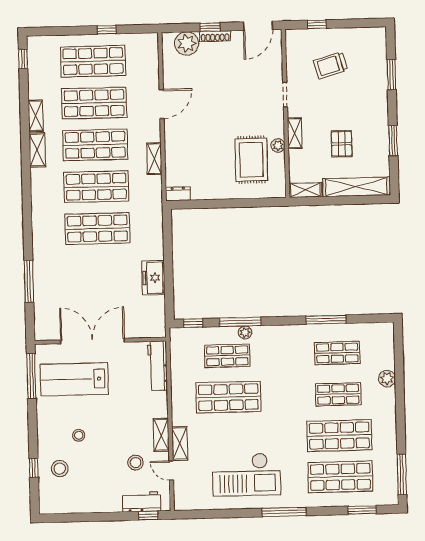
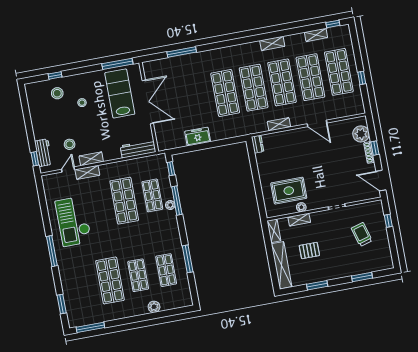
shelving: (36, 116) -> (316, 35), moved
shelving: (295, 133) -> (299, 220), moved
shop shelf: (340, 477) -> (82, 286), removed

